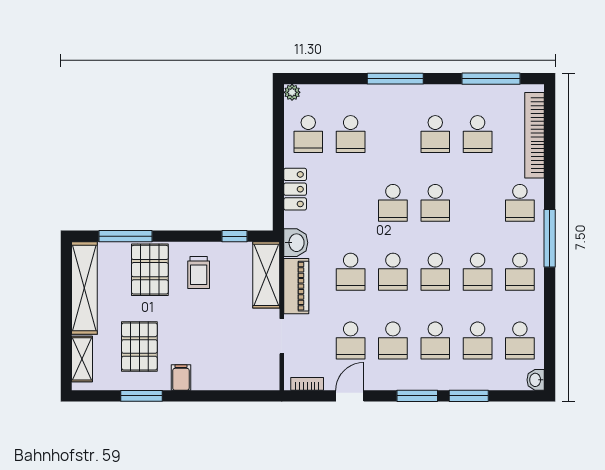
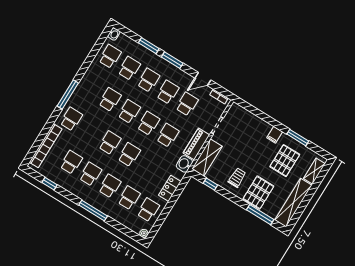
window: (491, 79) -> (50, 184), width x0.46
school desk: (520, 272) -> (110, 186), moved

